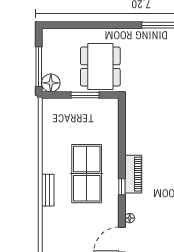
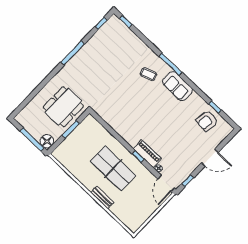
dining table: (100, 67) -> (63, 107), turned 90
piano: (133, 174) -> (147, 154), moved

